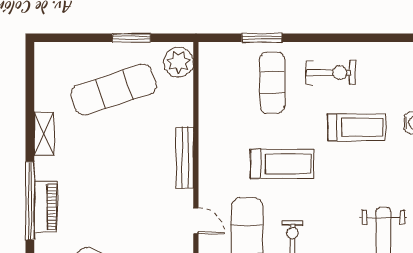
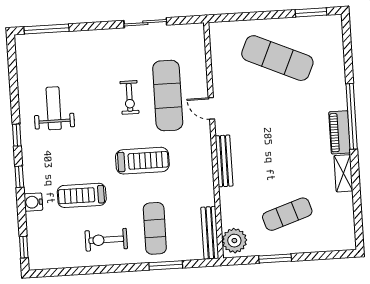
bench: (207, 73) -> (210, 233), added
exercise mat: (114, 90) -> (287, 214), width x0.73, depth x0.69
treadmill: (282, 164) -> (142, 161), turned 180
piano: (45, 207) -> (340, 132), moved

